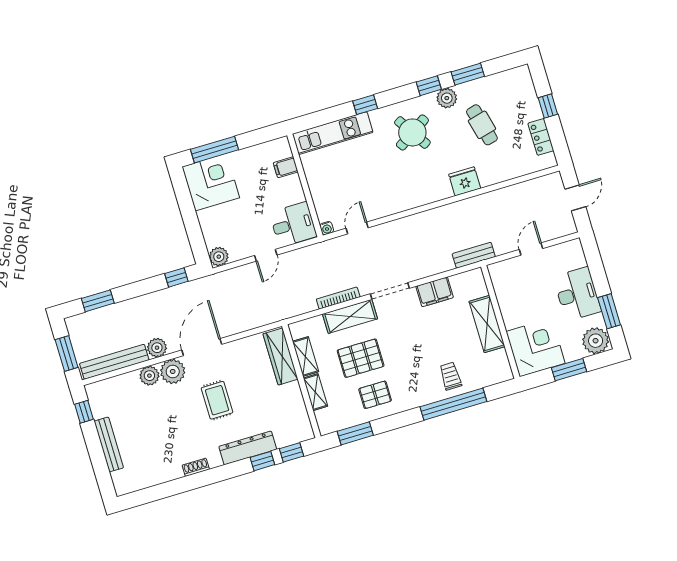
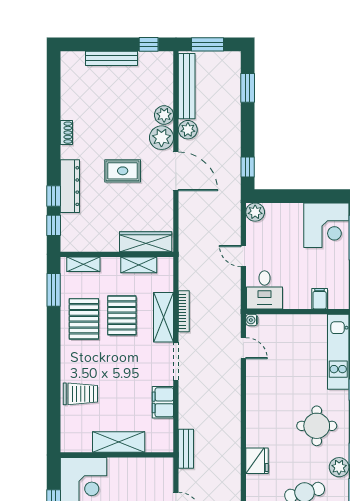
round table: (412, 132) -> (317, 426), turned 33
trolley: (450, 376) -> (80, 394), width x1.36, depth x1.39
shelving: (315, 392) -> (83, 264), moved
pallet: (375, 395) -> (84, 319), width x1.50, depth x1.42
window: (453, 404) -> (54, 389), removed

